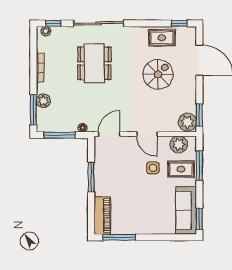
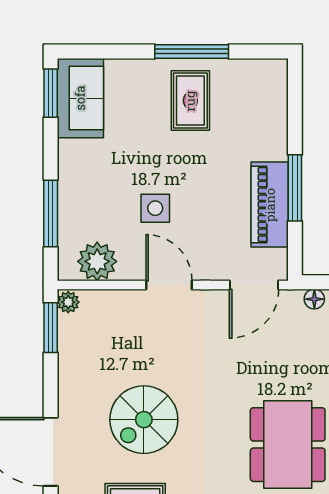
plant: (187, 122) -> (68, 302), width x0.53, depth x0.53
rug: (181, 169) -> (190, 101), moved, turned 90
sofa: (186, 210) -> (80, 98), width x0.73
piano: (102, 215) -> (270, 205), moved
window: (119, 237) -> (192, 51), moved

